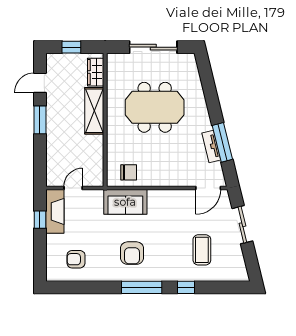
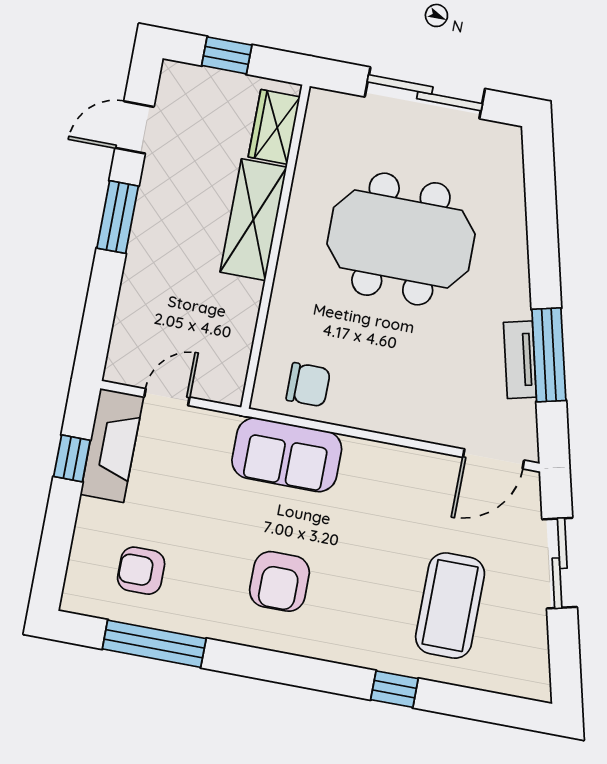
coffee table: (202, 250) -> (450, 606), width x1.36, depth x1.32
window: (142, 287) -> (154, 644), moved

